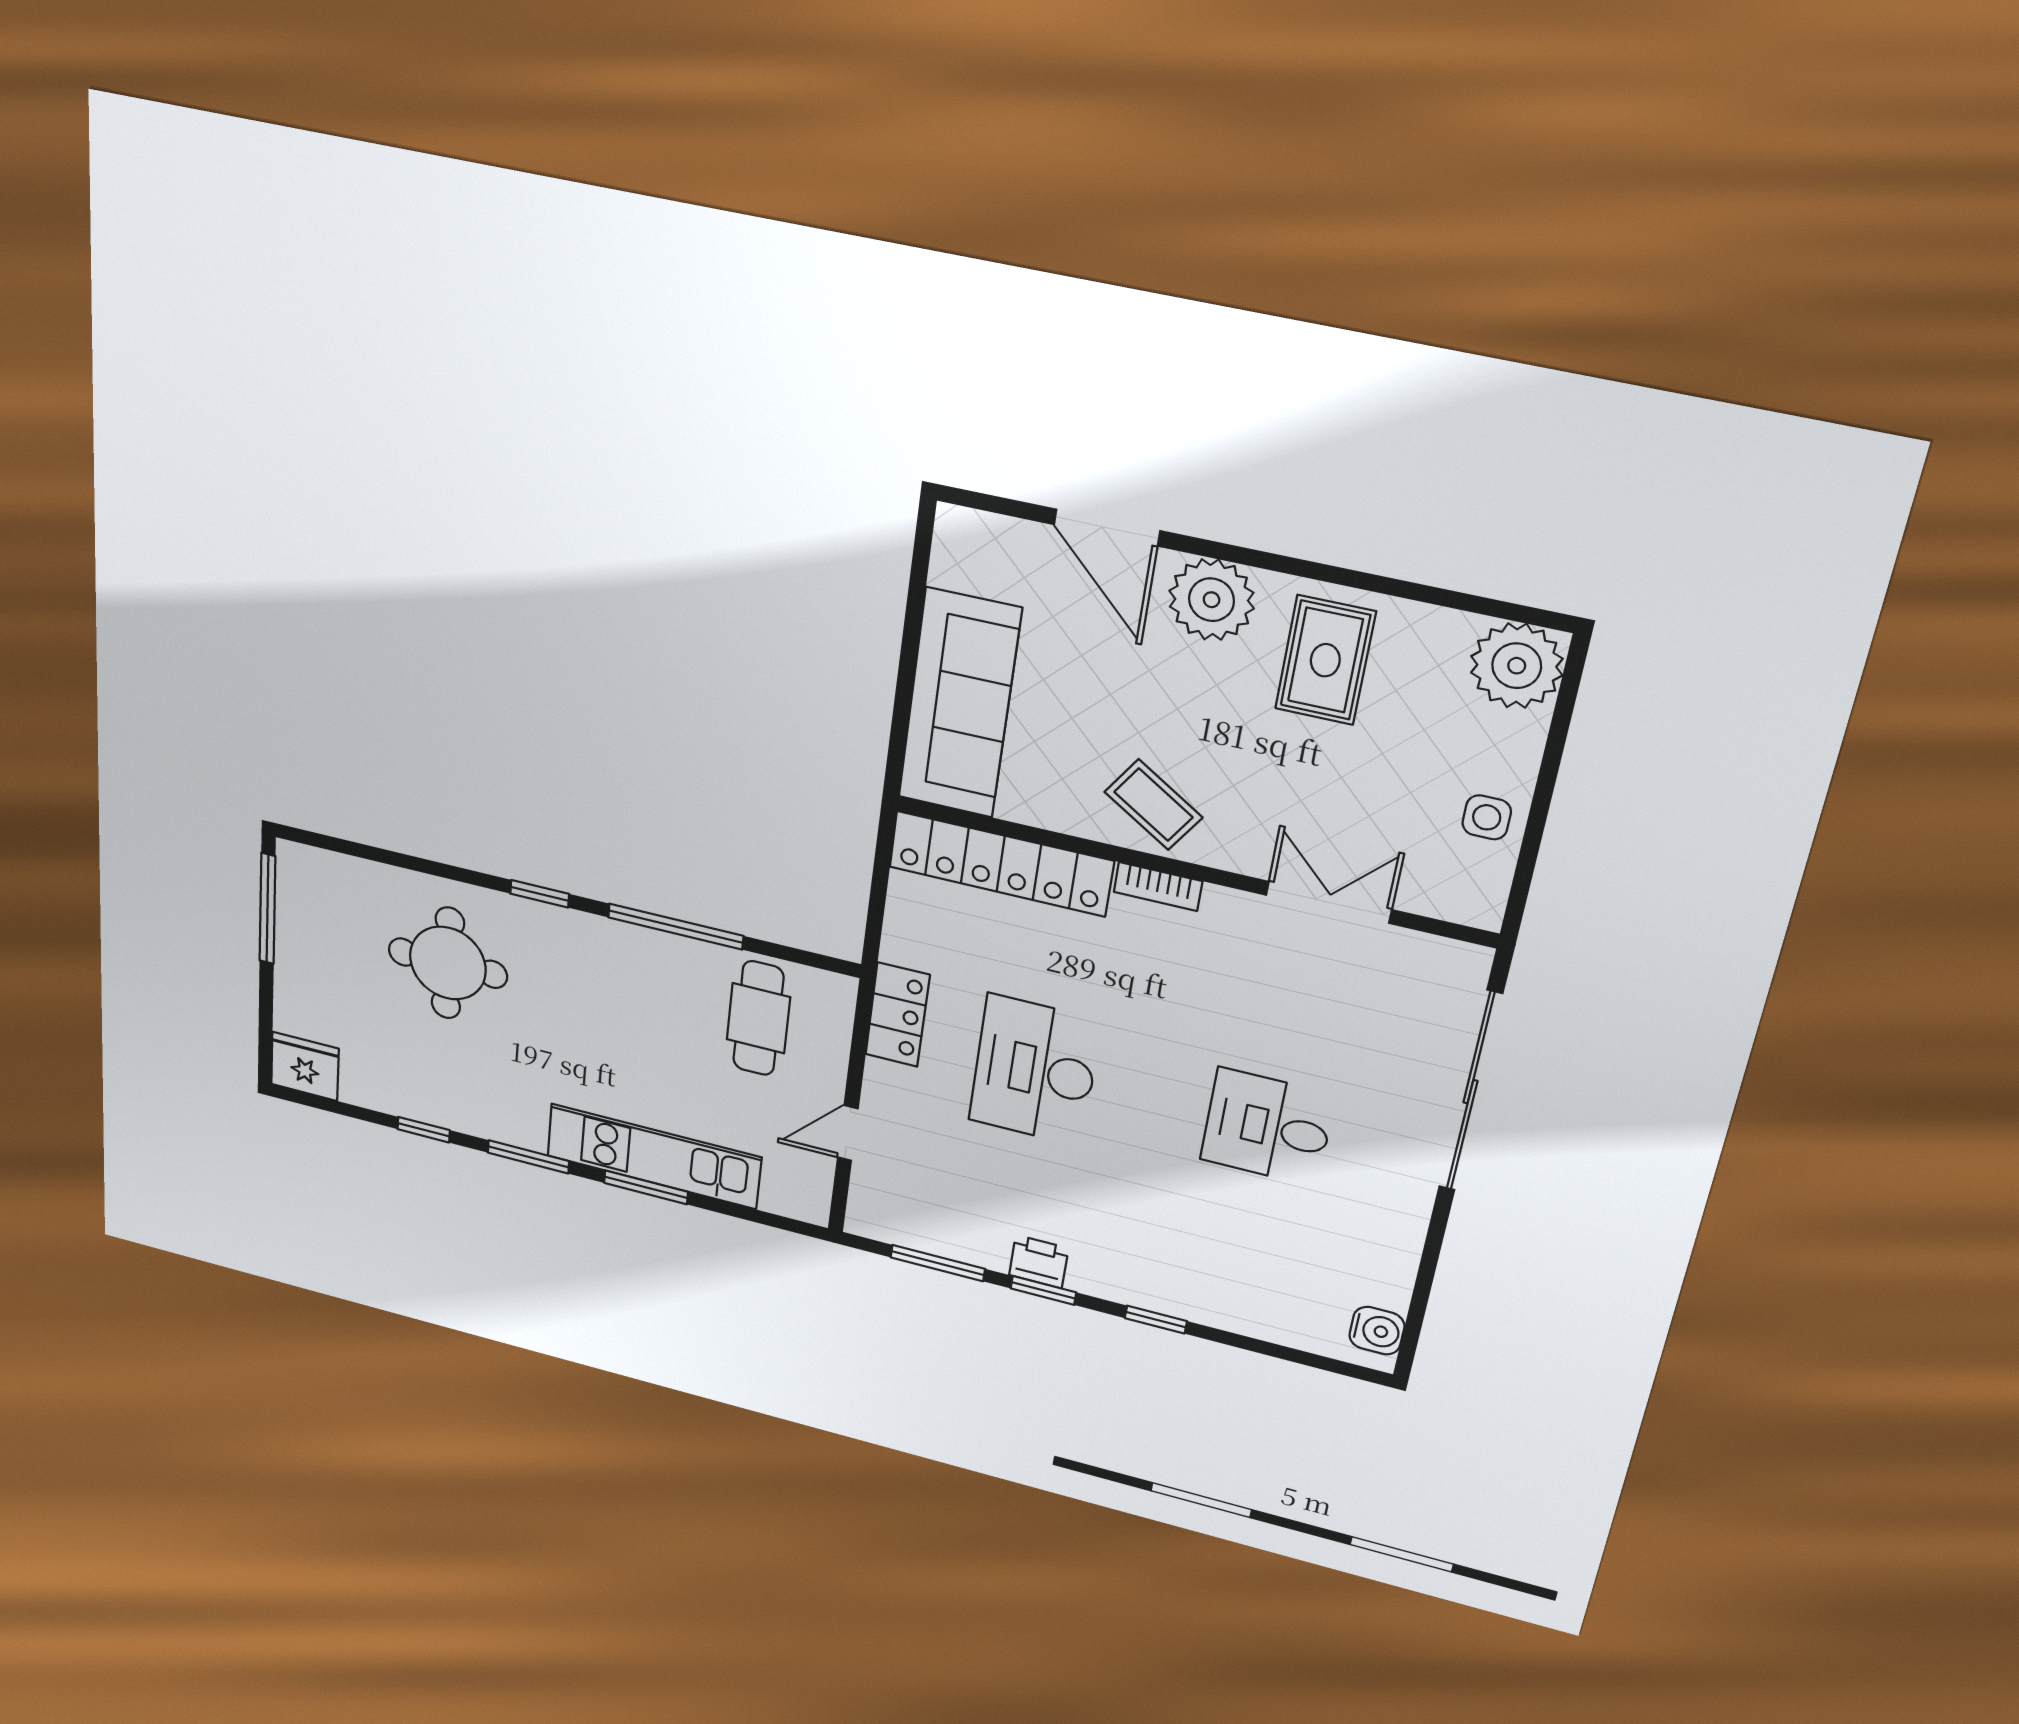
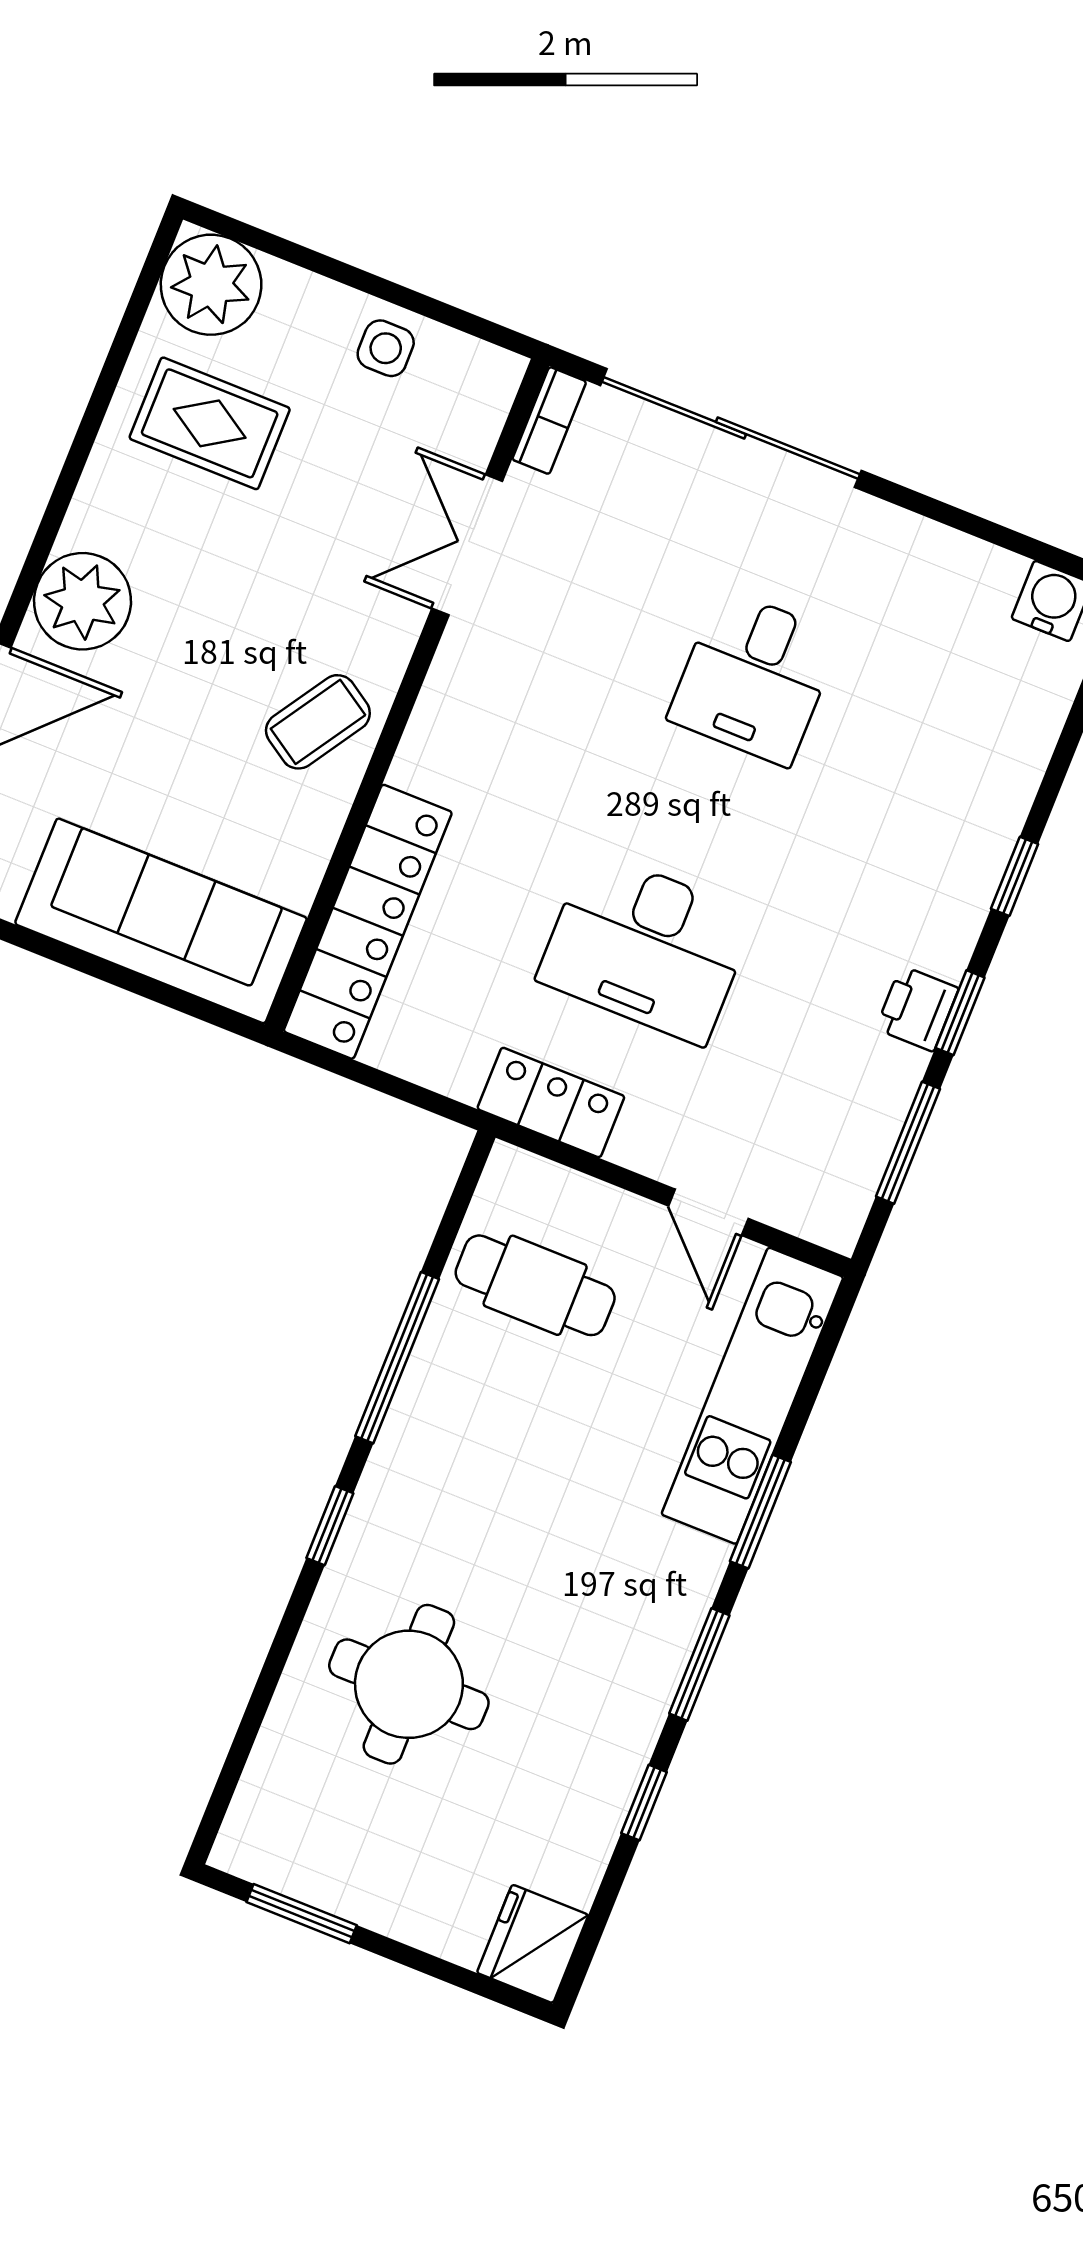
rug: (1325, 660) -> (210, 423), moved
bookcase: (1158, 887) -> (549, 421), moved
window: (267, 909) -> (302, 1914), width x0.69
kitchen unit: (654, 1156) -> (752, 1396), moved

